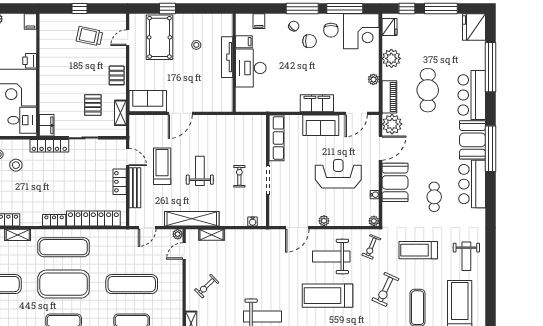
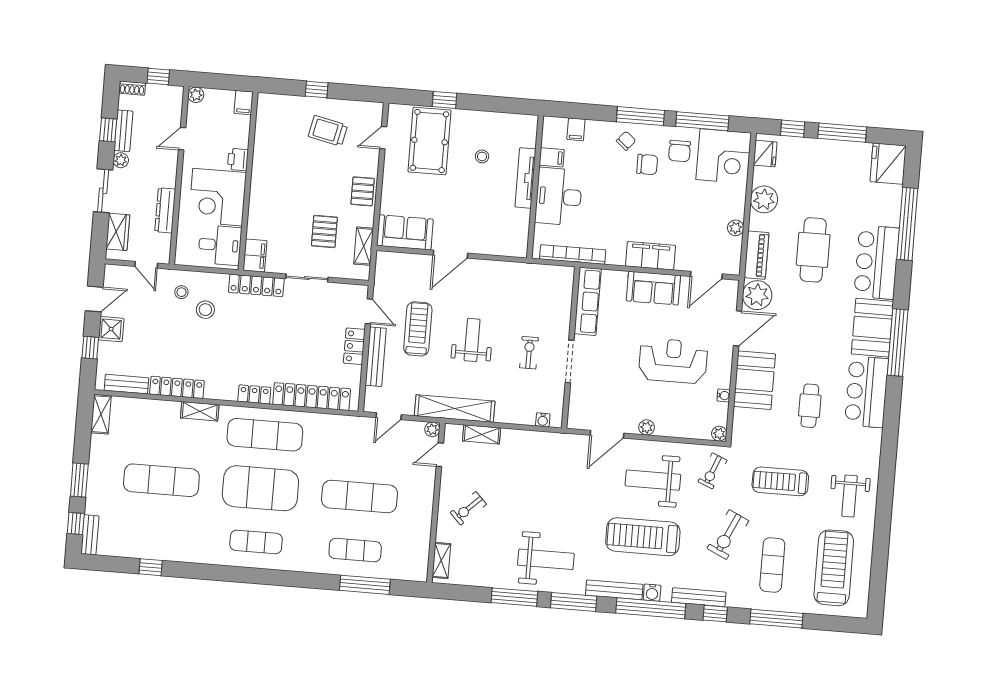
bookcase: (264, 107) -> (573, 254), added

